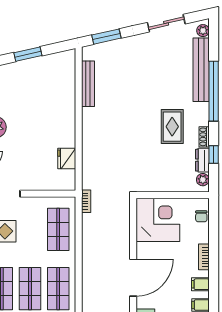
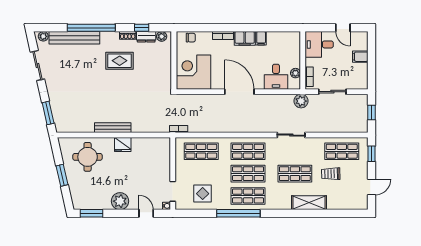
bench: (88, 84) -> (113, 128), moved
round table: (51, 86) -> (88, 157), added
fridge: (67, 159) -> (123, 145), moved
filing cabinet: (200, 284) -> (245, 38), width x2.00

